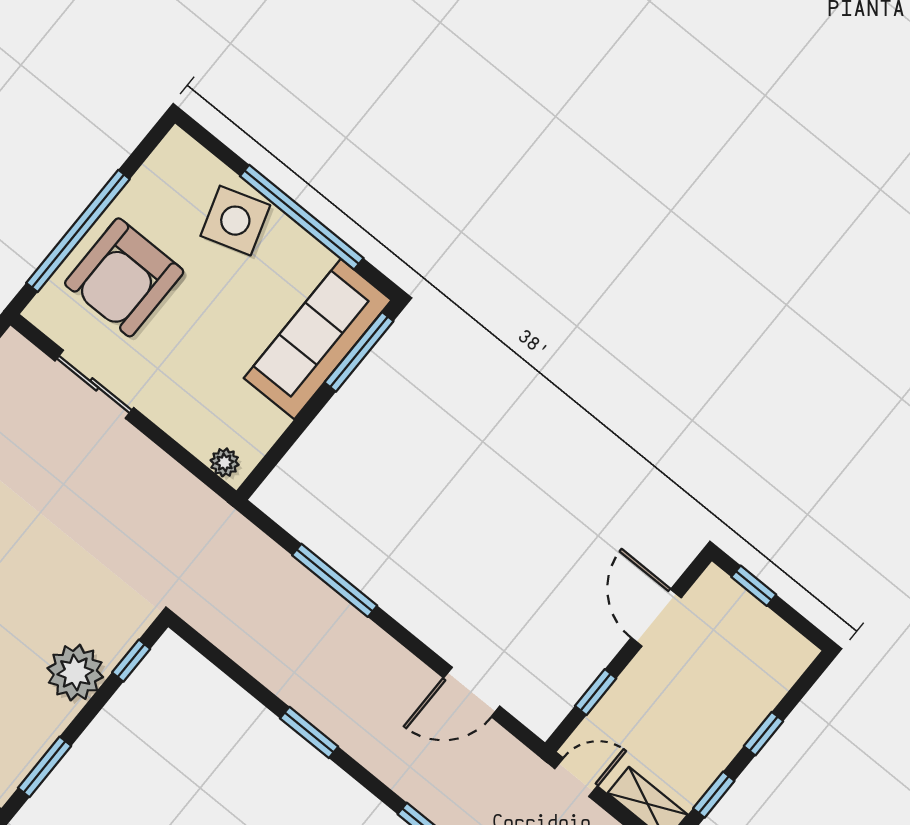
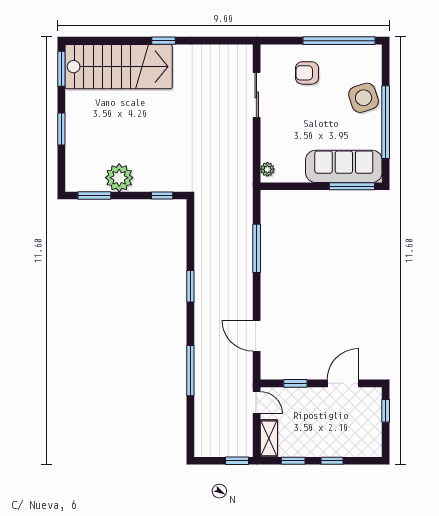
window: (78, 231) -> (339, 41), moved
armchair: (124, 277) -> (307, 73), width x0.53, depth x0.53
plant: (75, 673) -> (119, 178), moved

